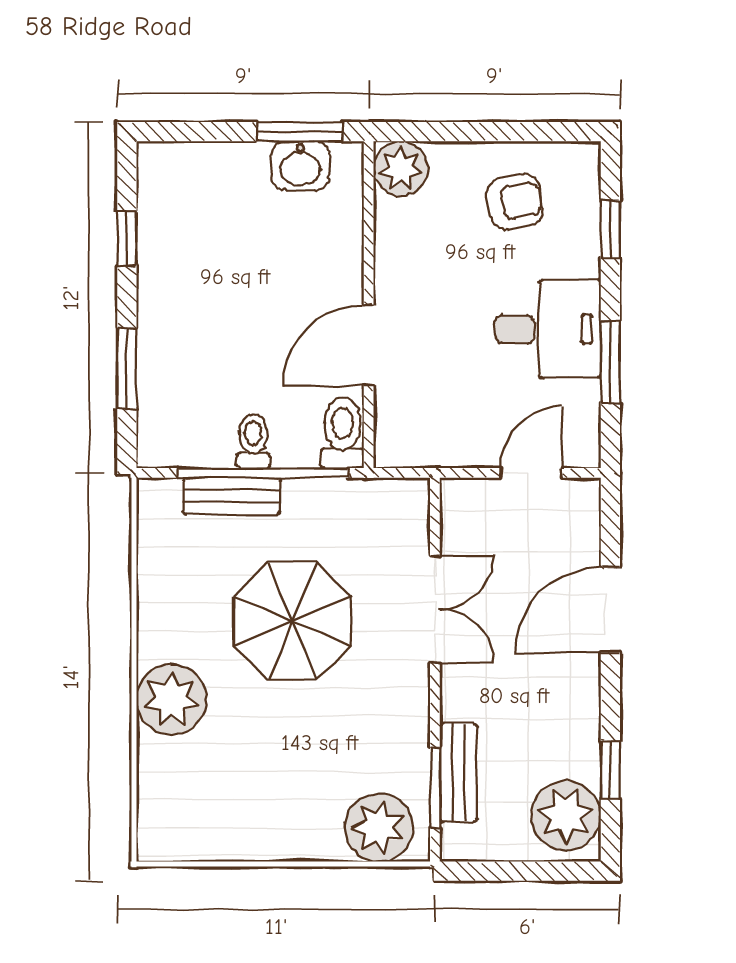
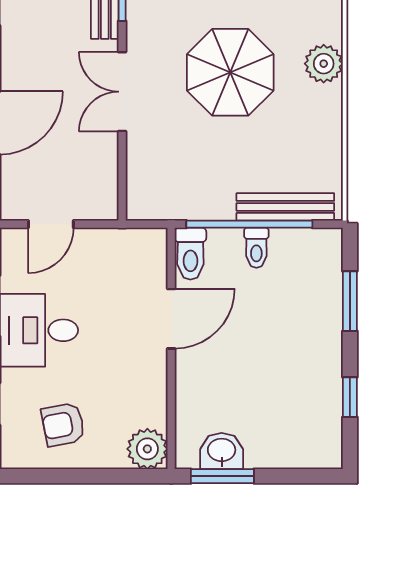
bench: (232, 496) -> (285, 207), width x1.36
double door: (435, 609) -> (122, 92), moved
parasol: (292, 621) -> (230, 72), moved
plant: (172, 699) -> (324, 64), width x0.73, depth x0.73

